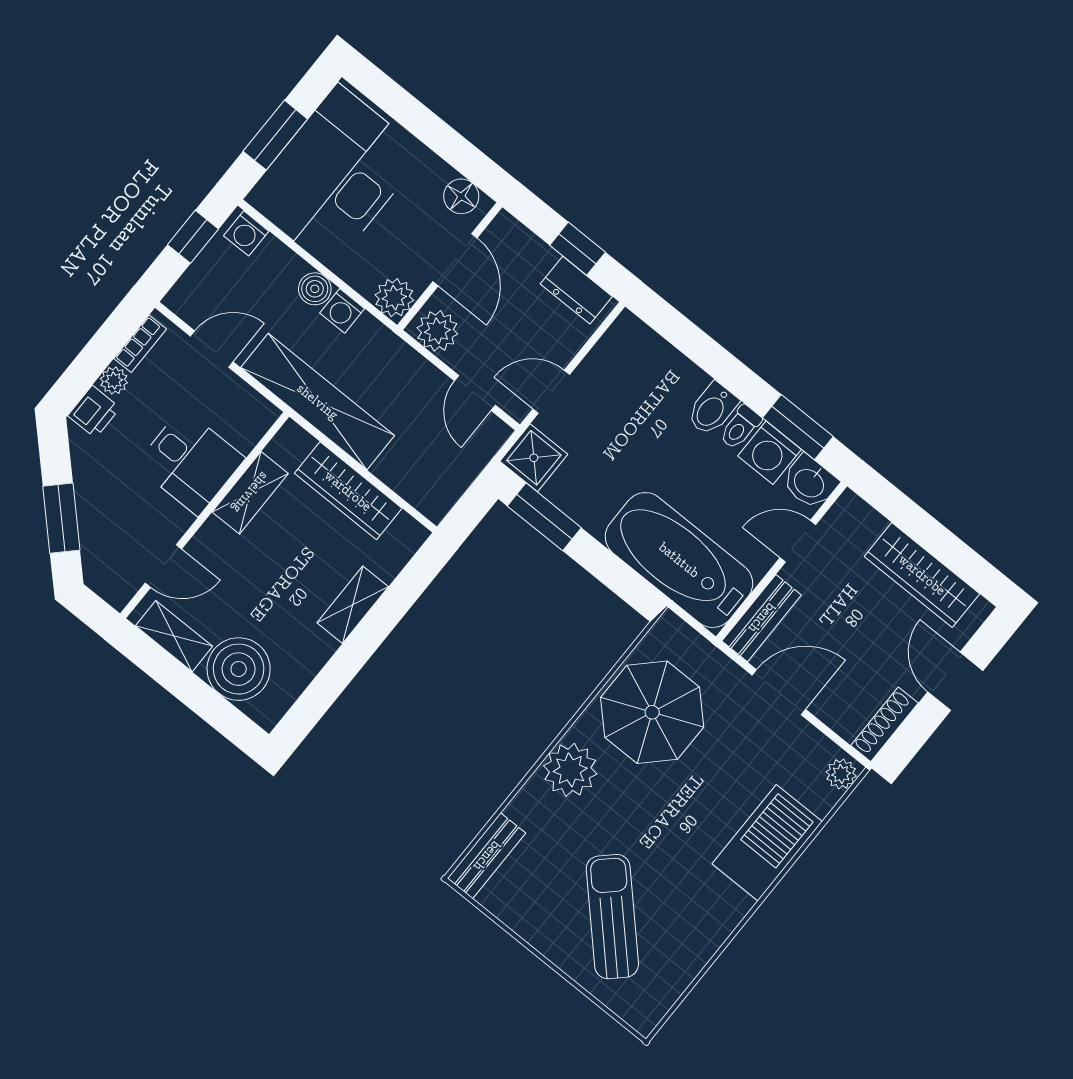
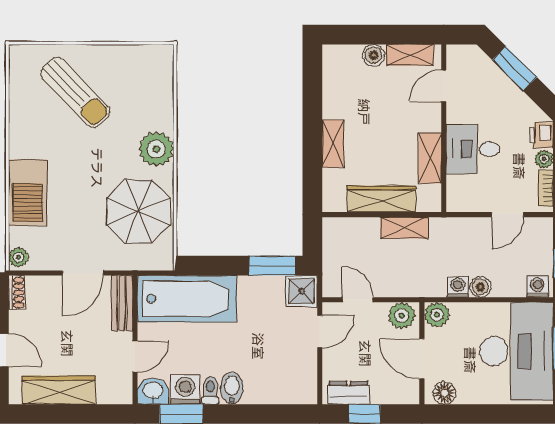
shelving: (318, 402) -> (404, 228), width x0.45, depth x0.75
boiler: (239, 669) -> (373, 55), width x0.54, depth x0.54
shoe rack: (885, 724) -> (17, 293), width x0.70
bench: (487, 856) -> (163, 72), removed

